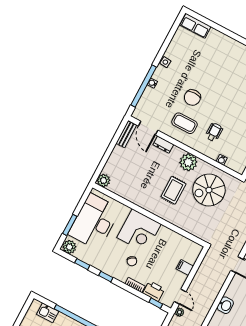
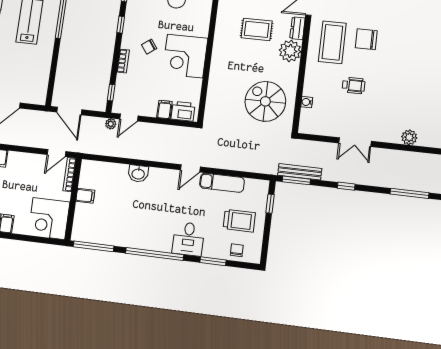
coffee table: (185, 123) -> (332, 42), width x1.36, depth x1.32
wheelchair: (214, 132) -> (354, 85), moved
plant: (188, 162) -> (290, 51), moved
rug: (173, 190) -> (257, 29), moved
corner desk: (139, 231) -> (185, 56), moved
printer: (154, 291) -> (183, 111), moved, turned -90

